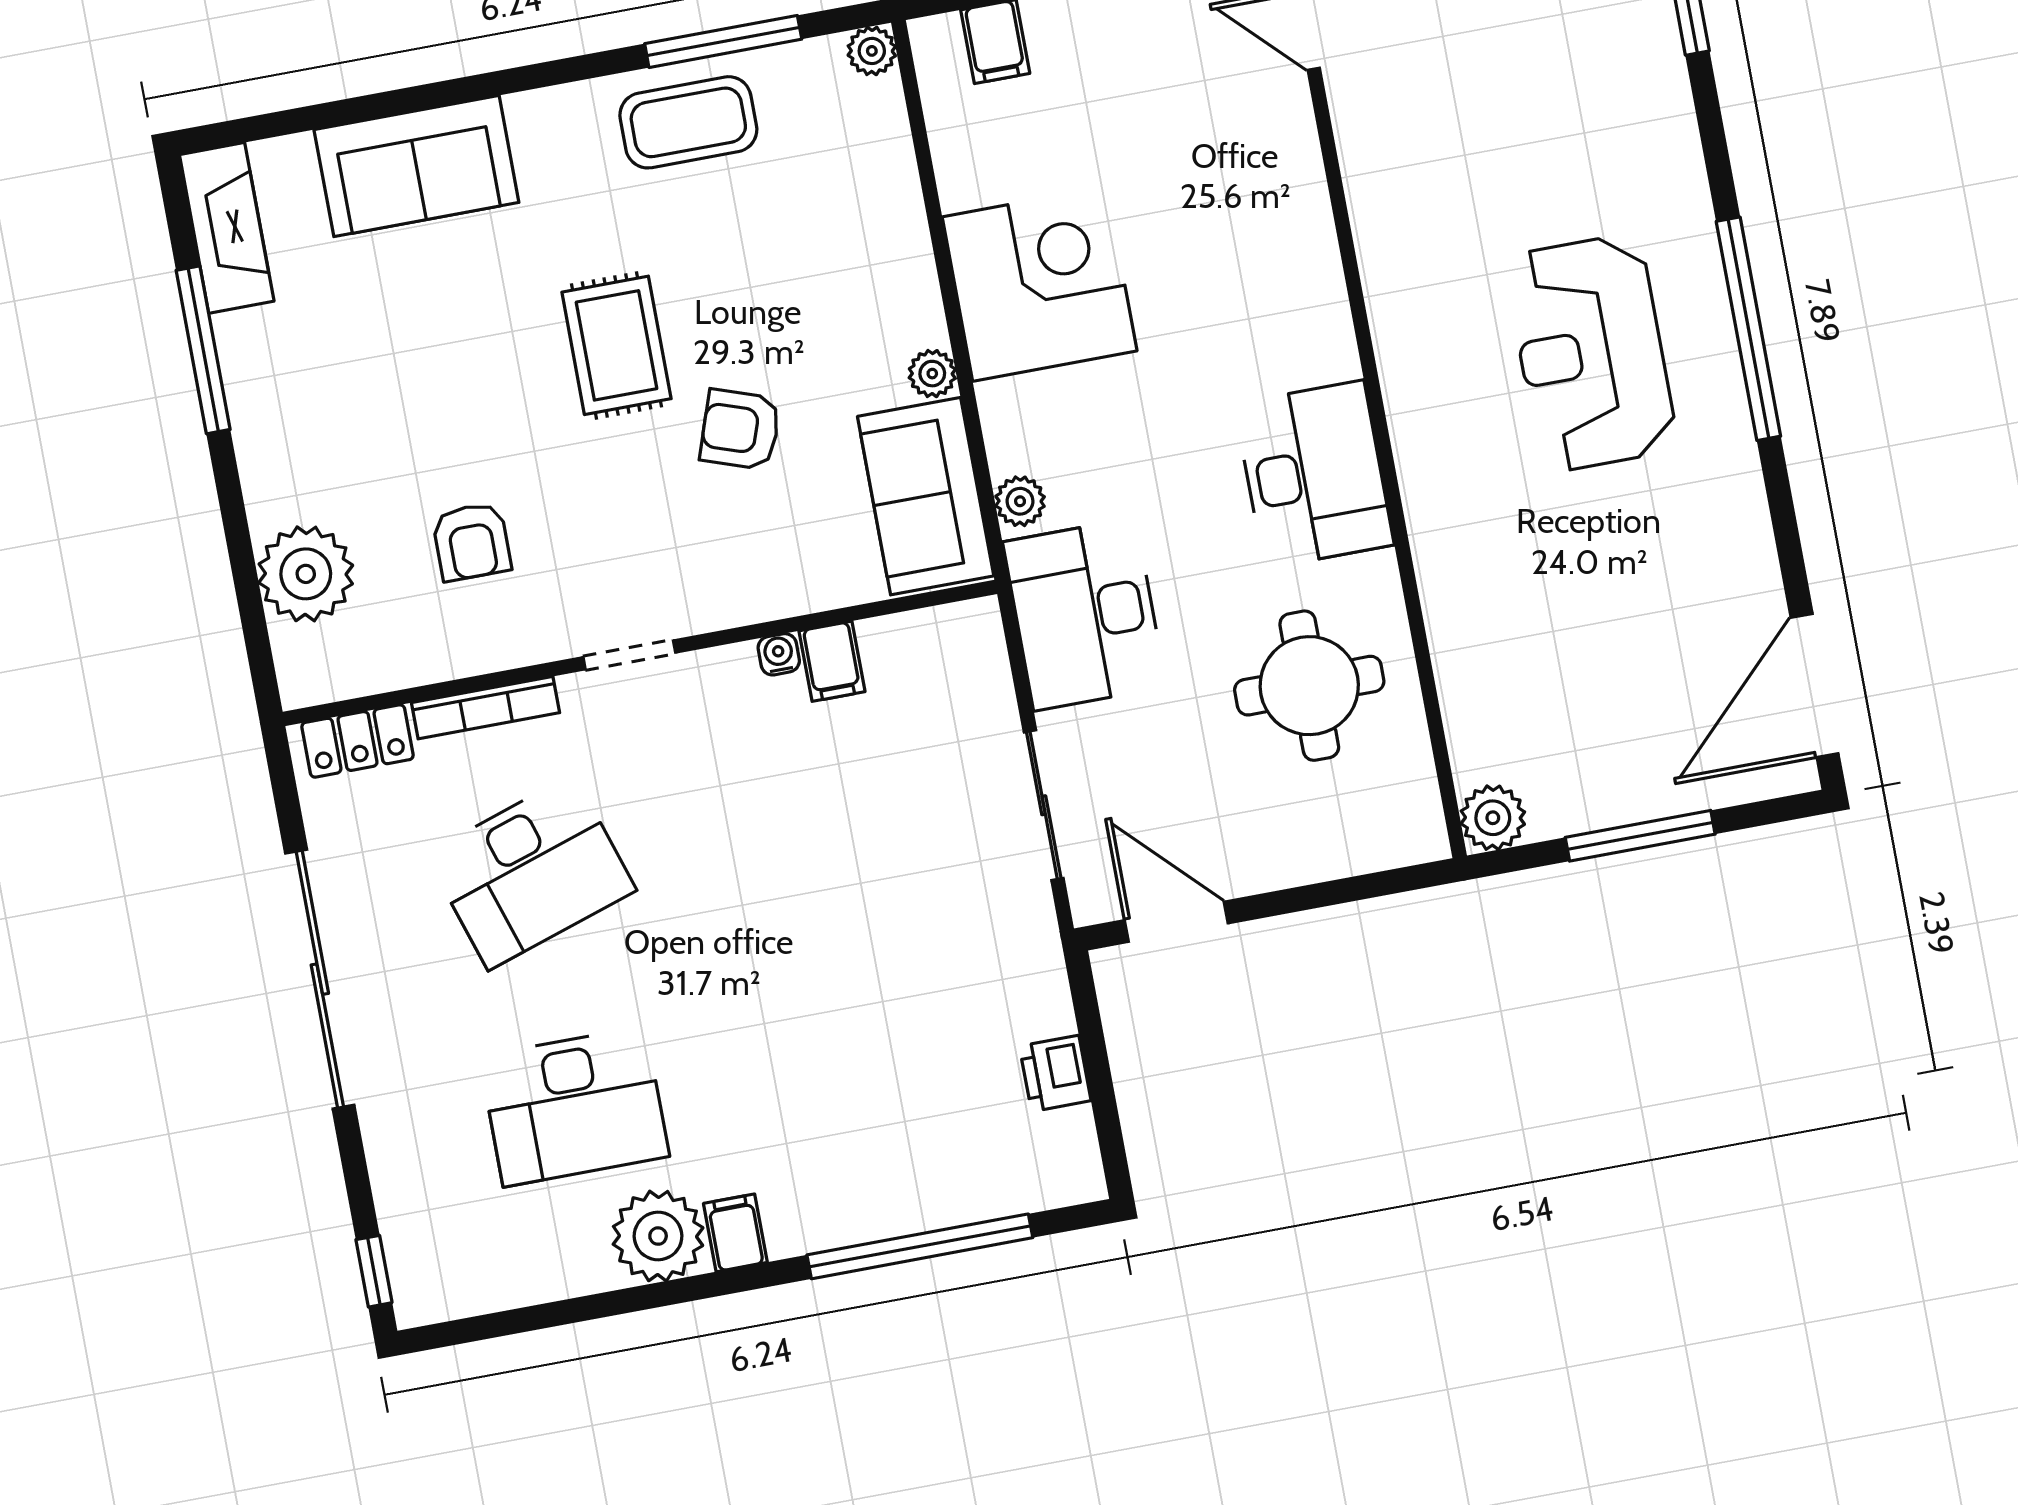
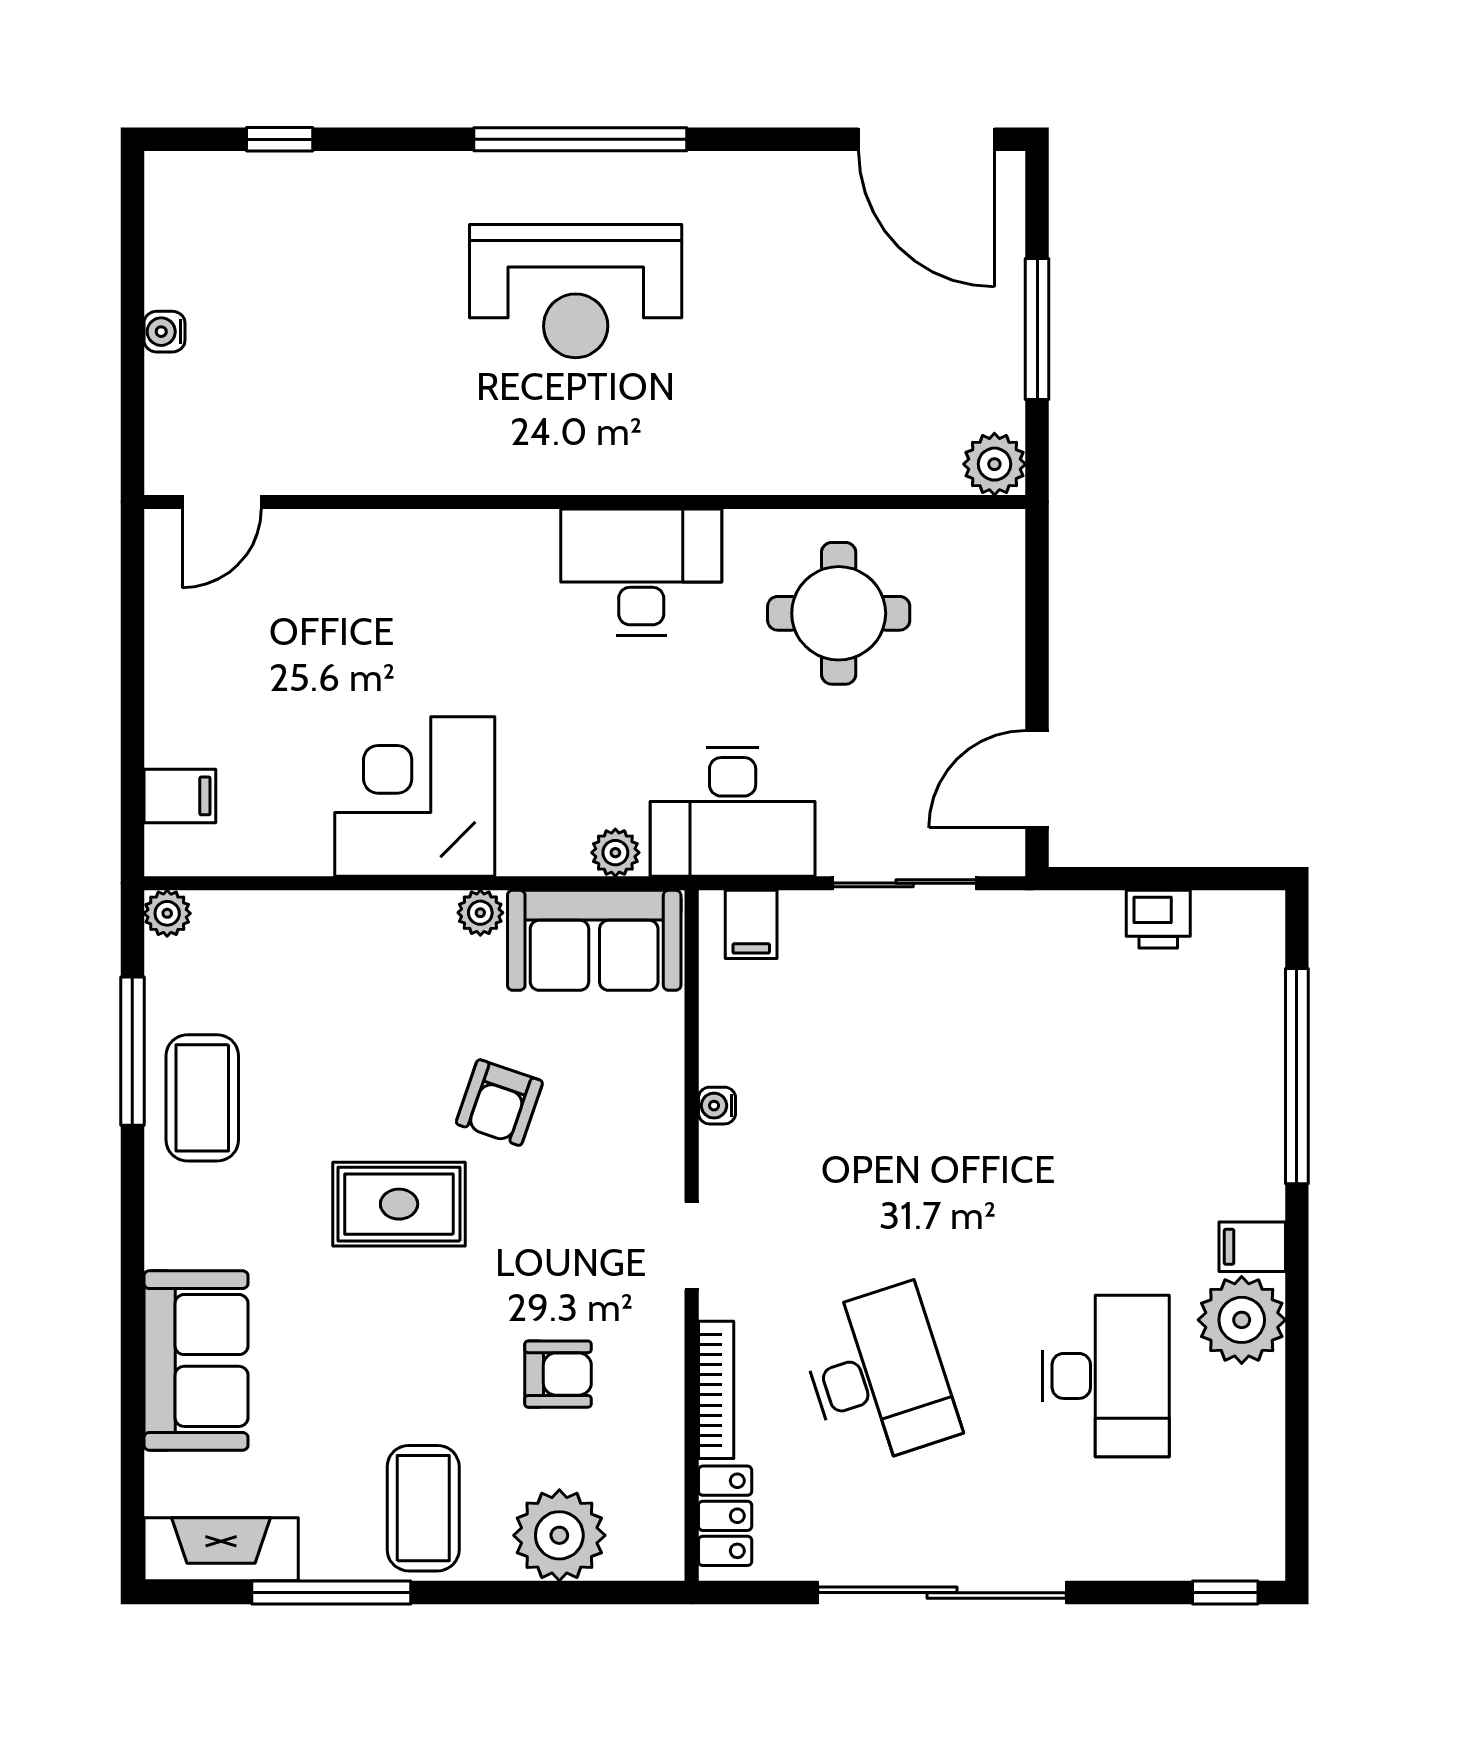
coffee table: (308, 428) -> (423, 1508), added
filing cabinet: (832, 661) -> (751, 924), moved, turned 90

